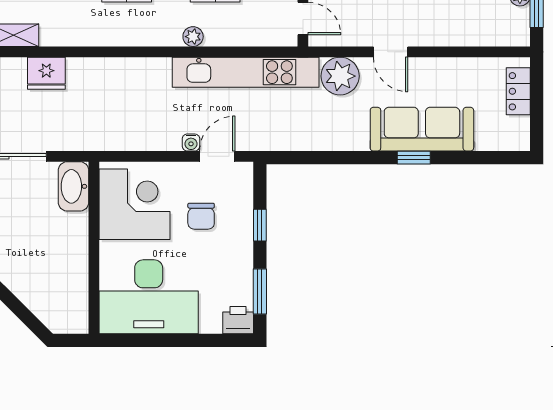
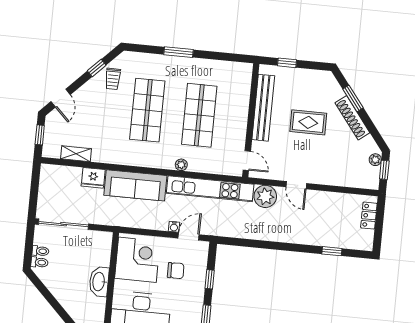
sofa: (422, 129) -> (135, 185), moved, turned 180
window: (414, 158) -> (332, 251), moved
washbasin: (74, 186) -> (99, 282), moved
chair: (201, 216) -> (176, 271), turned -91

